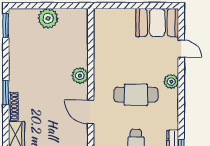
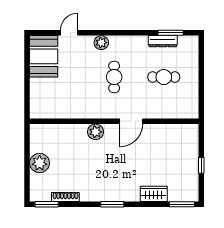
cafe table: (136, 95) -> (114, 77), width x0.73, depth x0.74
shoe rack: (13, 106) -> (65, 197), moved

